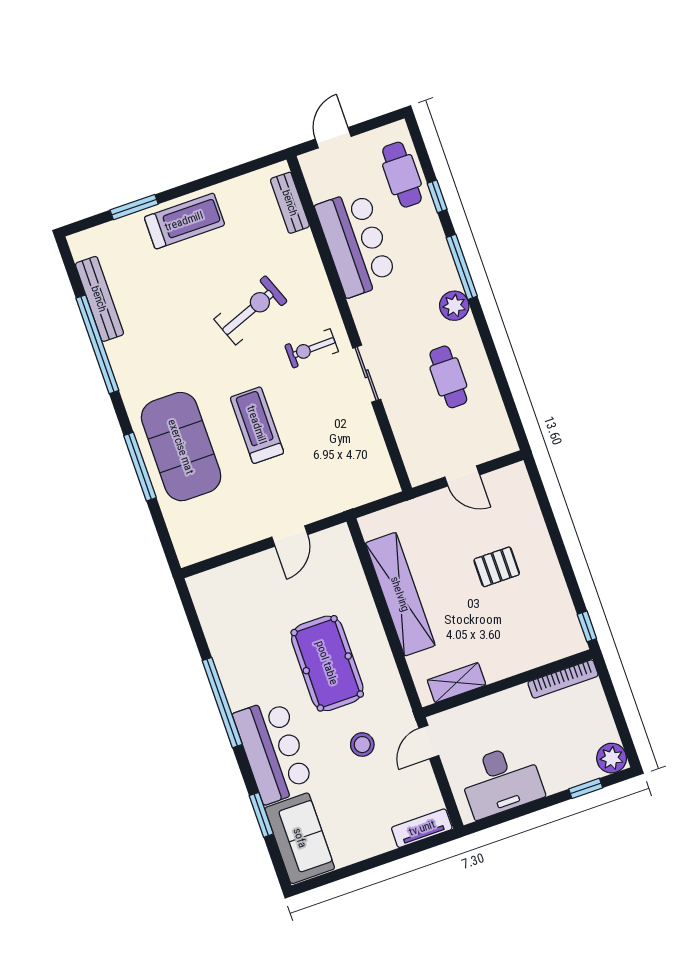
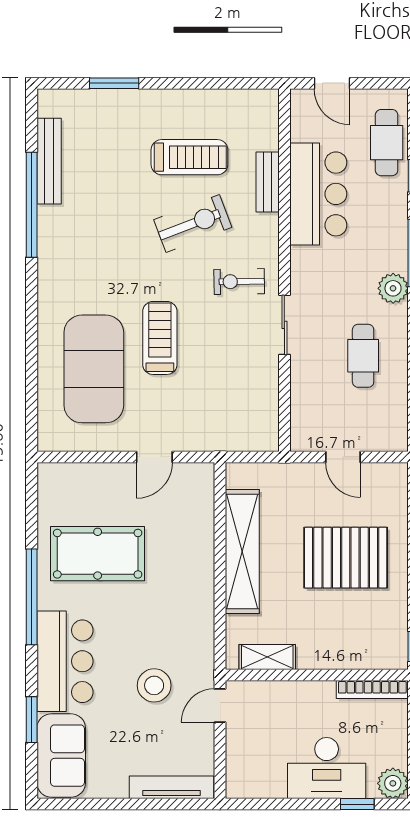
door: (333, 138) -> (332, 83), swing flipped
bench: (290, 203) -> (268, 182), moved
treadmill: (184, 221) -> (189, 157), moved
exercise mat: (181, 447) -> (94, 369), moved
window: (140, 467) -> (32, 339), removed
pallet: (497, 567) -> (346, 558), width x2.05, depth x2.00
pool table: (327, 663) -> (98, 554), moved, turned 90
stool: (362, 745) -> (154, 685), width x1.38, depth x1.38
desk: (501, 781) -> (327, 768), moved
tv unit: (422, 828) -> (172, 787), width x1.41

